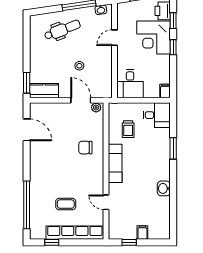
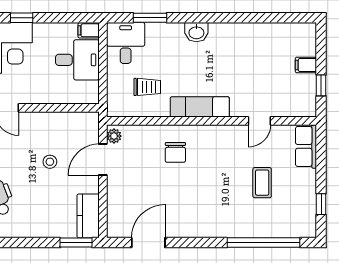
desk: (130, 84) -> (77, 60), moved
window: (173, 148) -> (150, 18), moved
washbasin: (164, 188) -> (196, 32), moved
row of seats: (75, 233) -> (306, 146), width x0.50

